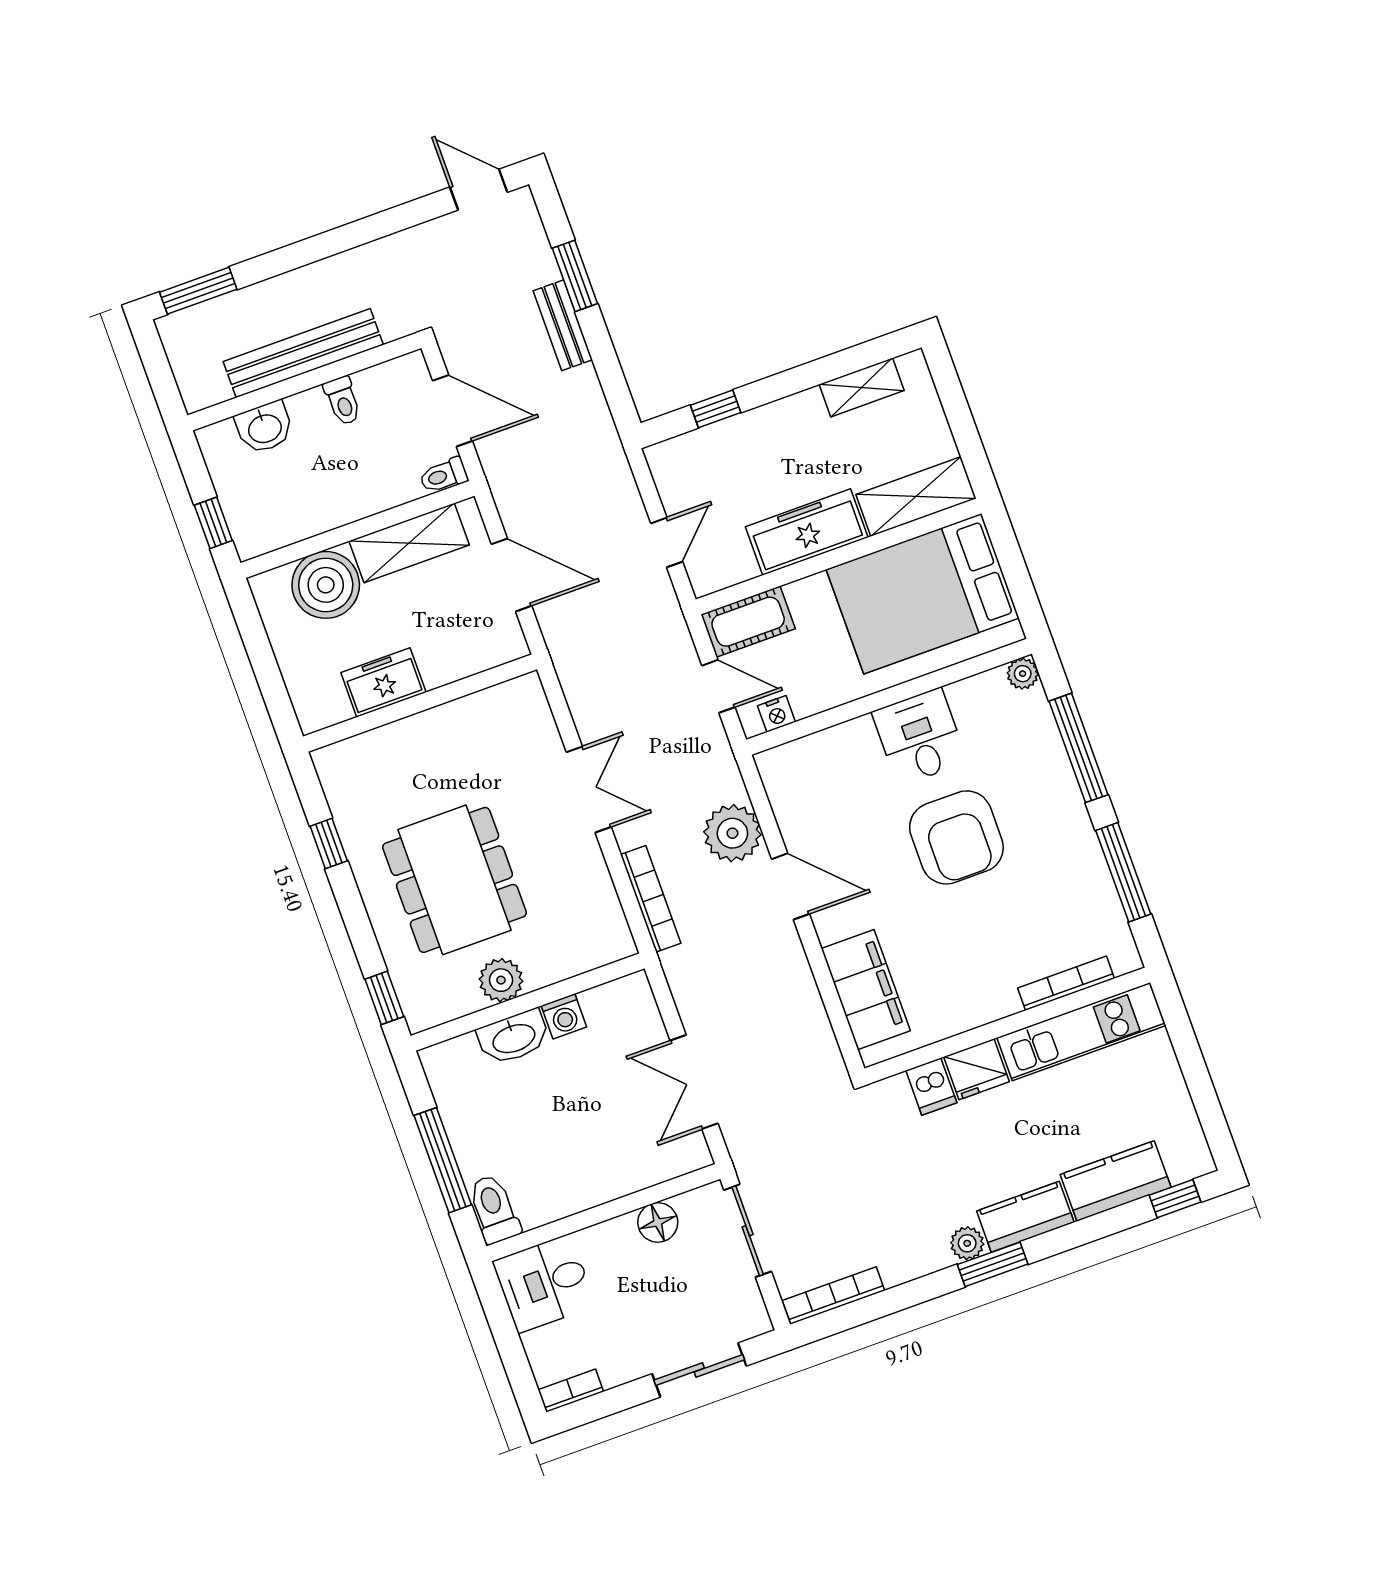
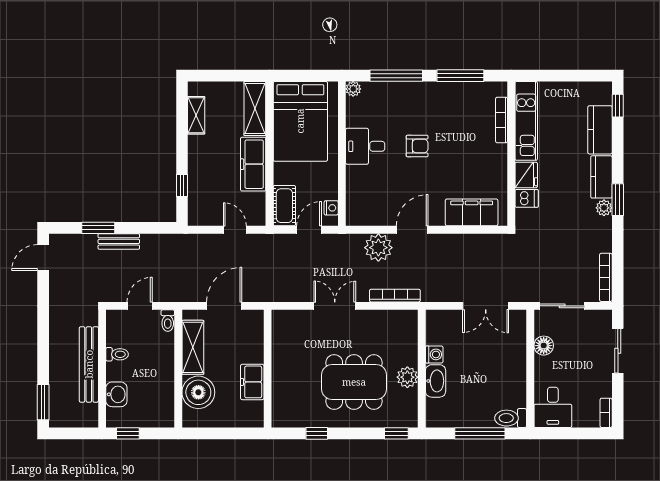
door: (452, 411) -> (140, 306), width x0.73
window: (213, 523) -> (128, 433), moved
armchair: (956, 837) -> (417, 146), width x0.53, depth x0.53

